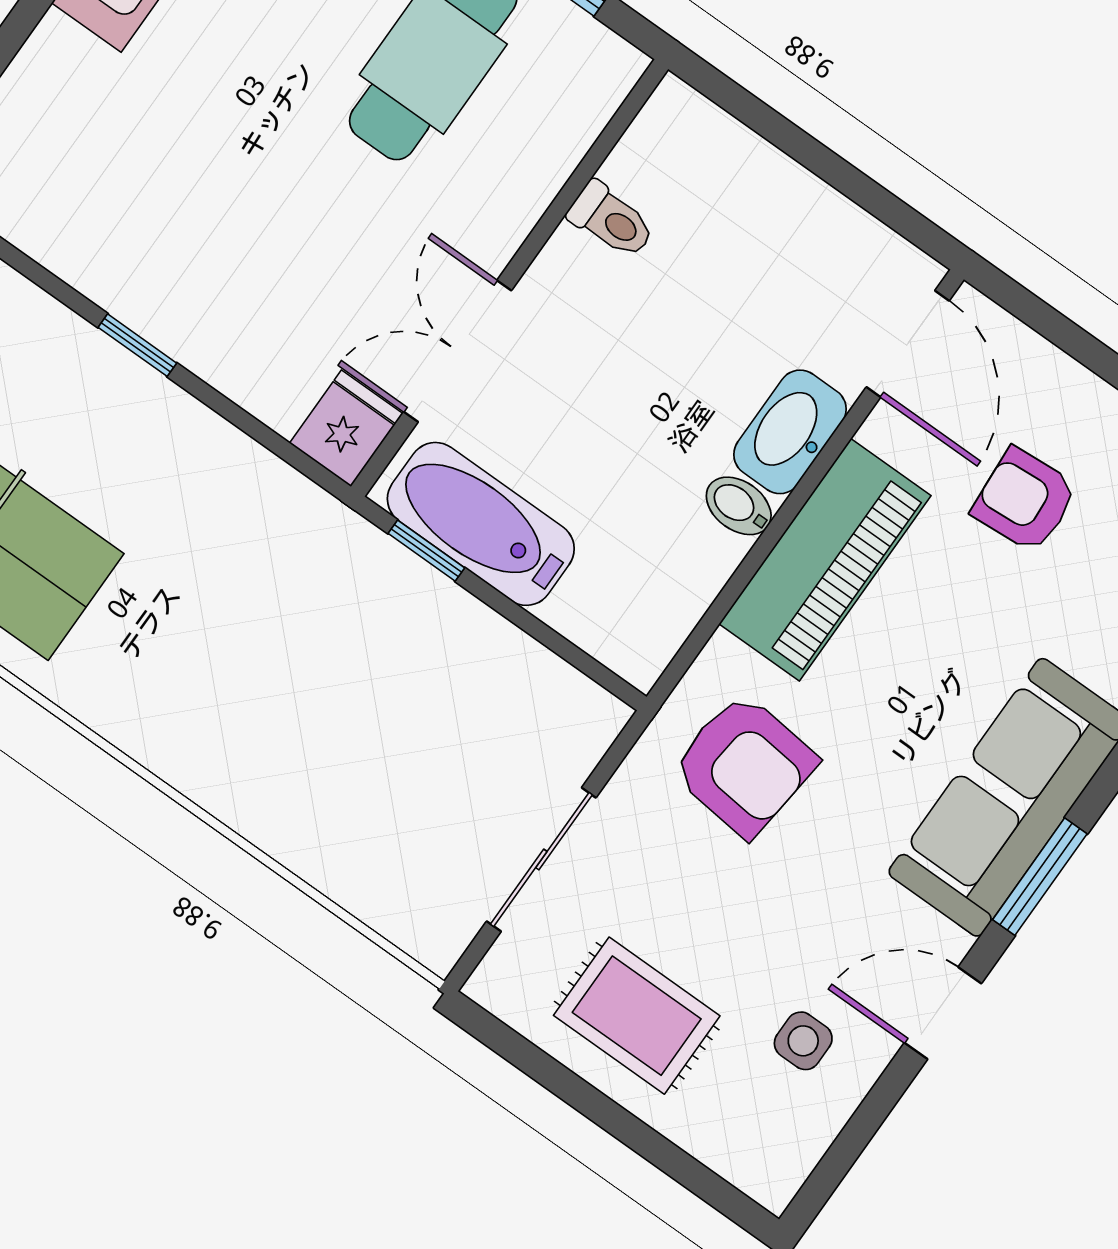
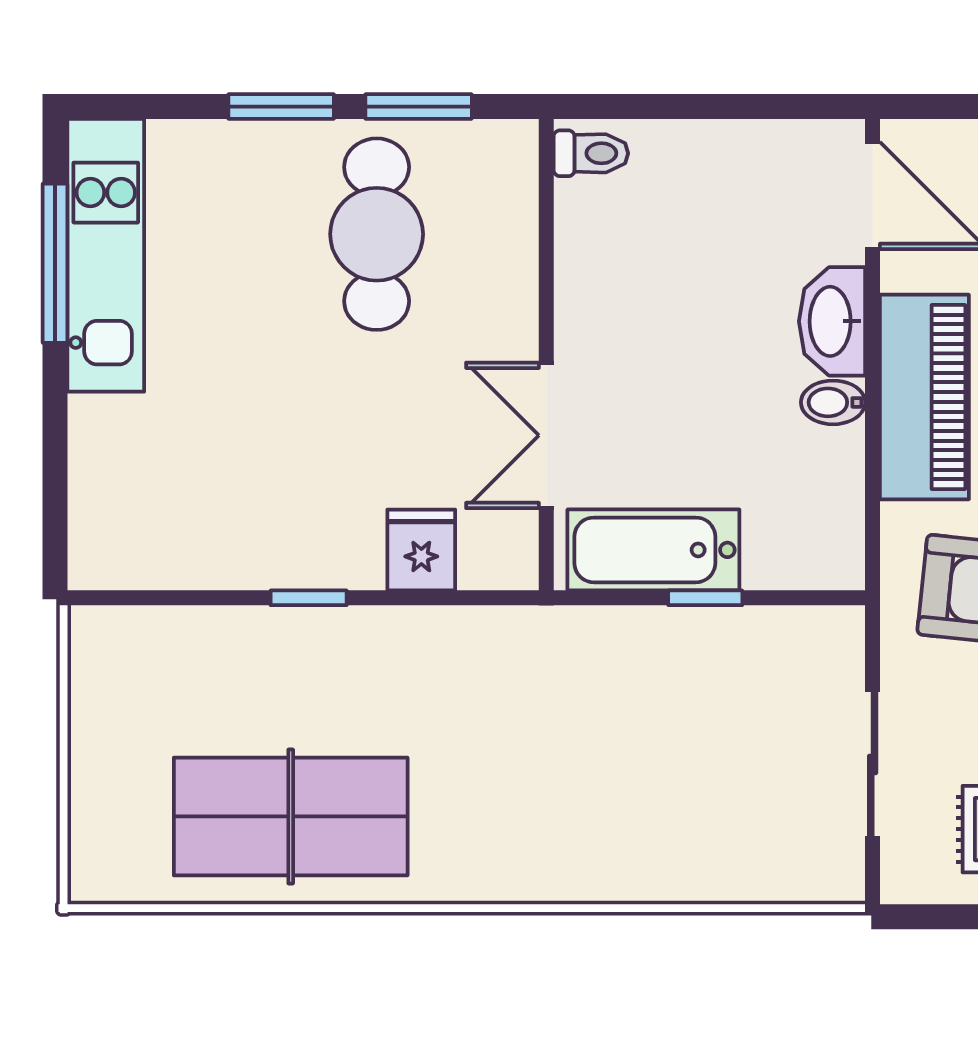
toilet: (611, 220) -> (591, 153), moved
fridge: (346, 428) -> (421, 550), moved
window: (426, 551) -> (705, 598), moved

